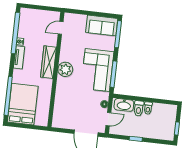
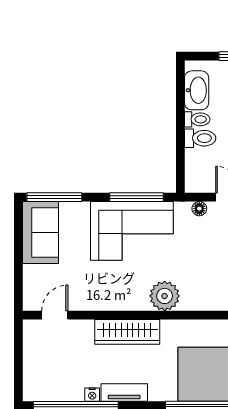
door: (61, 28) -> (55, 315), swing flipped
plant: (65, 69) -> (165, 296), moved
washbasin: (124, 105) -> (197, 90), moved

